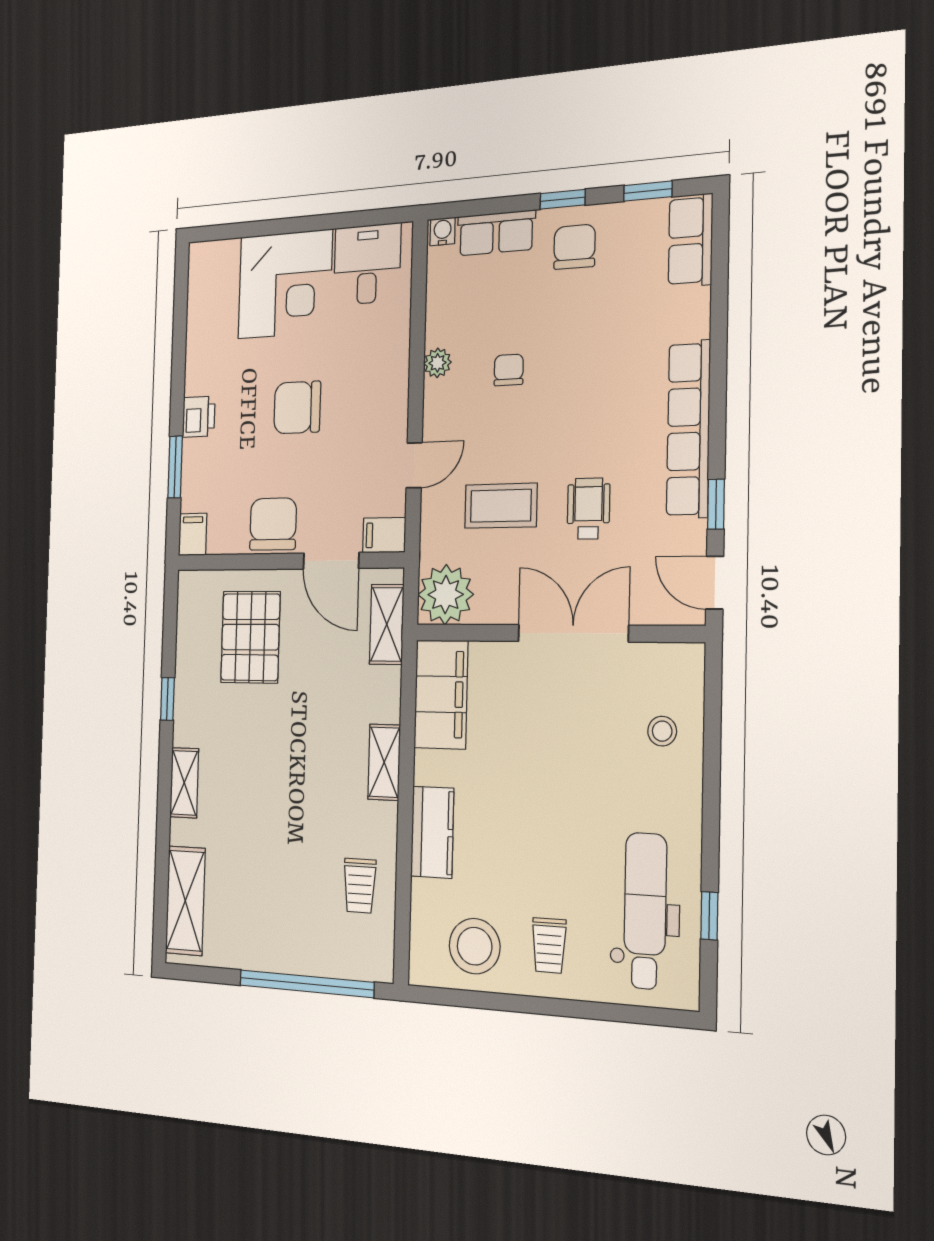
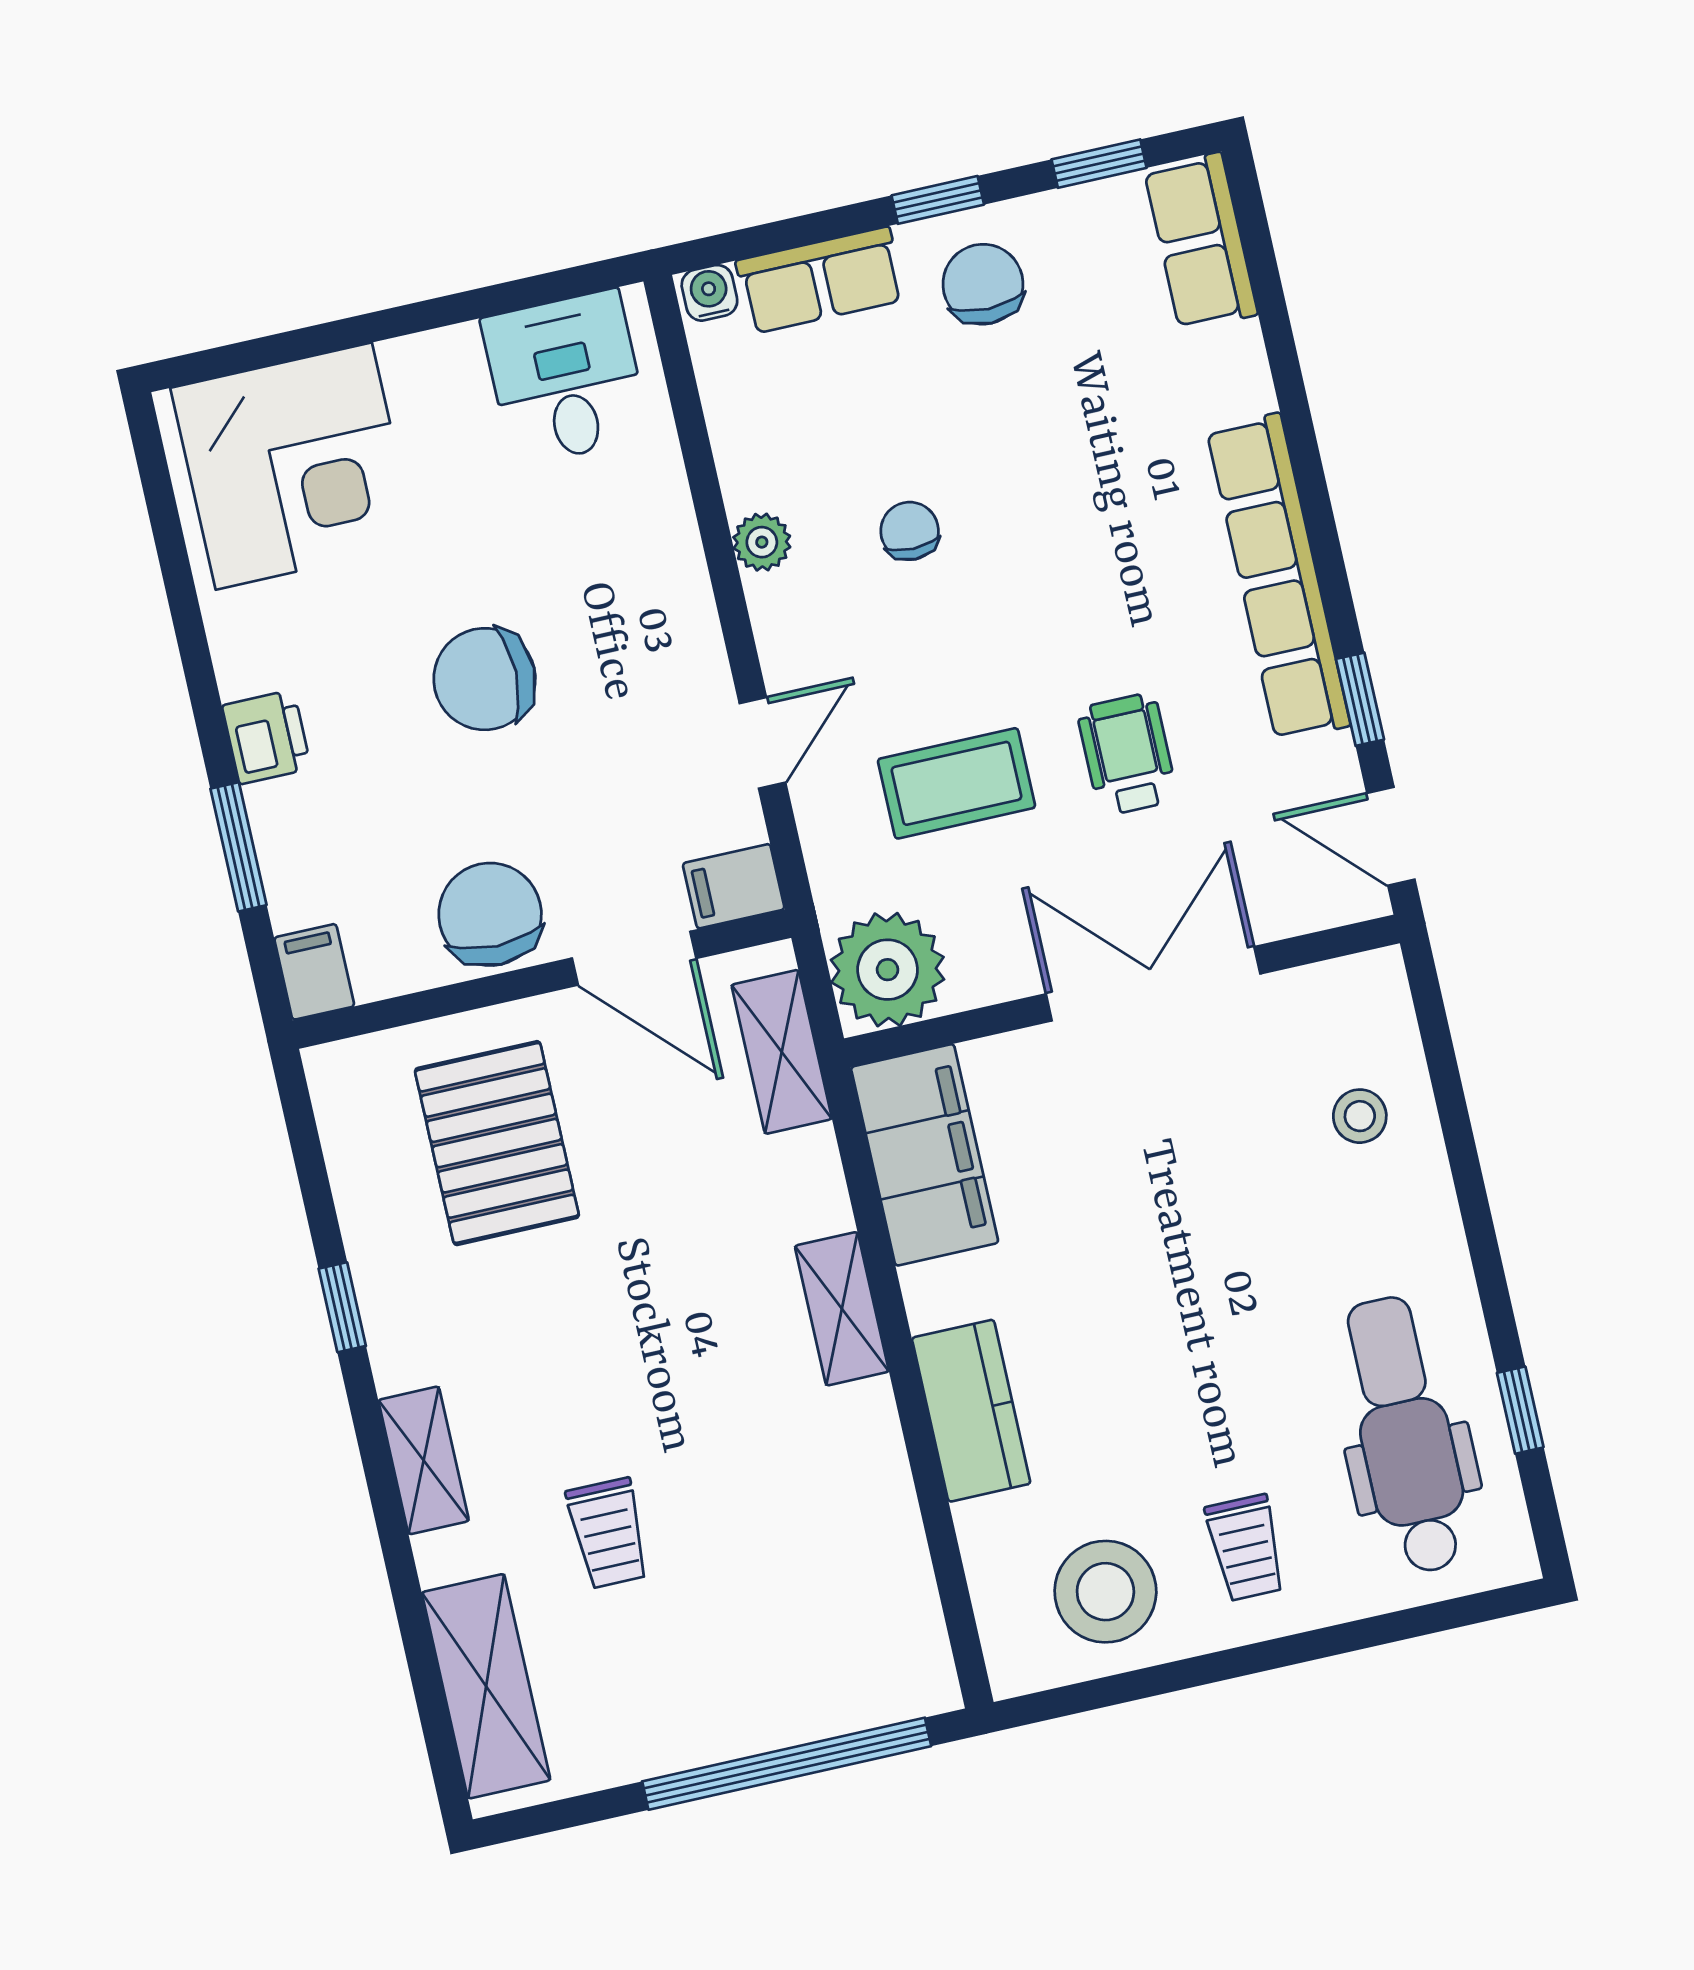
corner desk: (285, 284) -> (294, 466), moved
trolley: (360, 886) -> (608, 1533), moved

